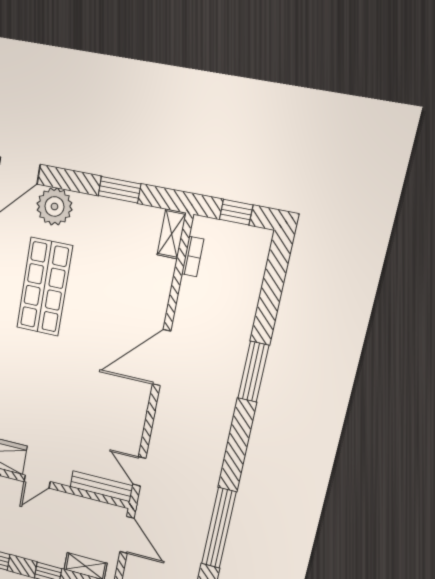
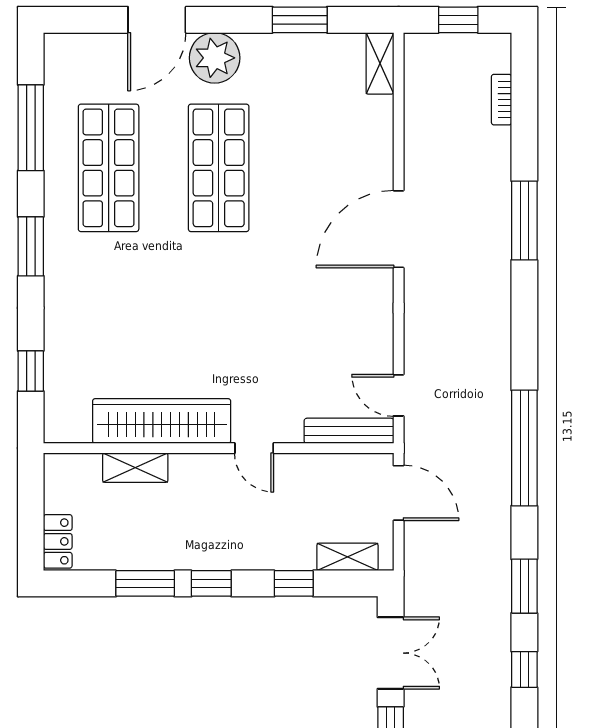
bookcase: (193, 257) -> (501, 100), moved, turned 180
door: (37, 482) -> (254, 448), hinge flipped

